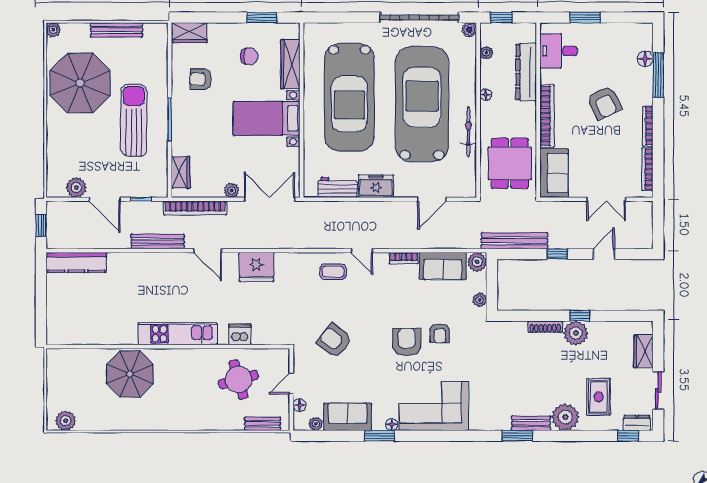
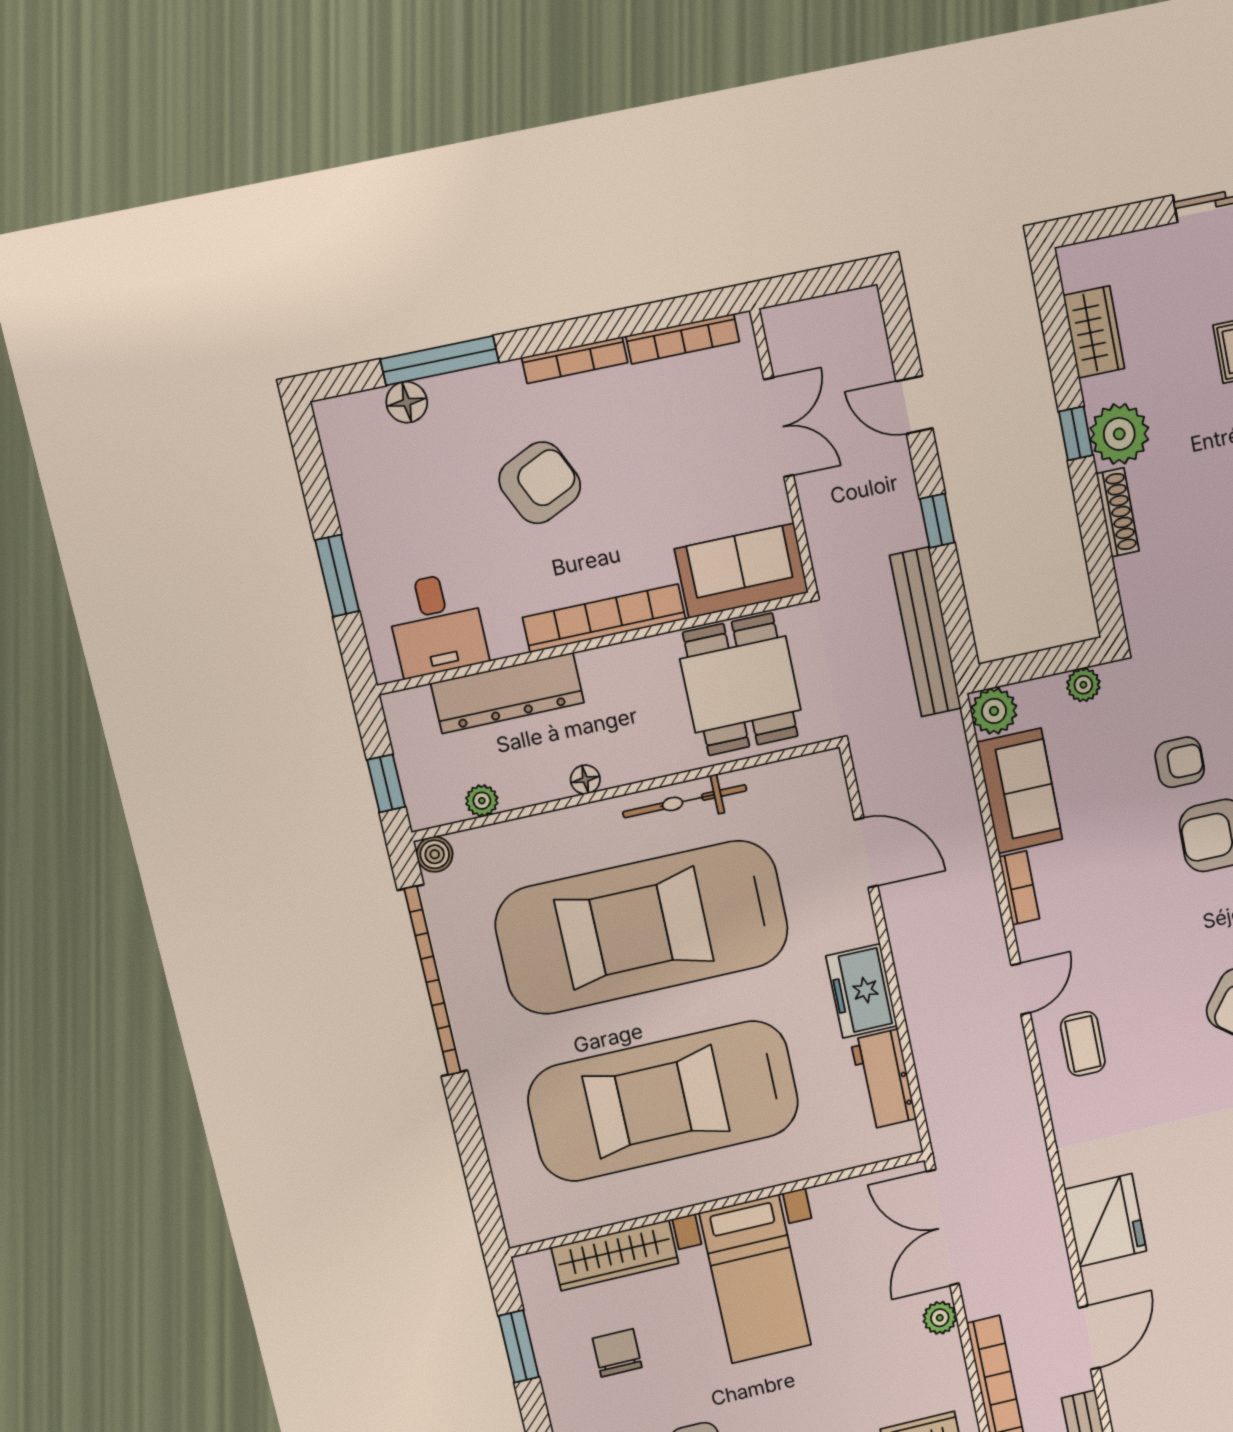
car: (349, 97) -> (664, 1101), turned 180
dining table: (510, 163) -> (741, 684), turned 90
wardrobe: (643, 351) -> (1094, 332), moved, turned -90

